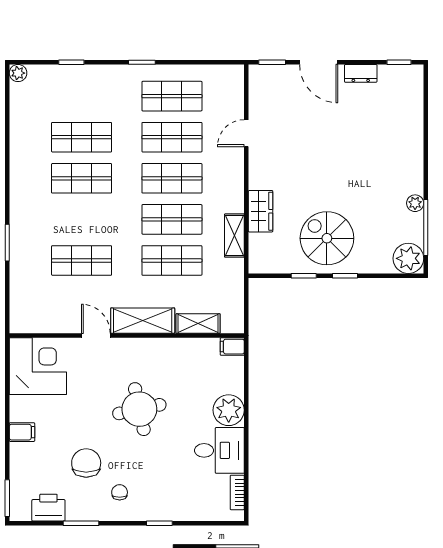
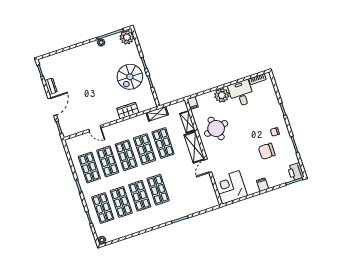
shop shelf: (82, 96) -> (103, 208), added
shelving: (234, 236) -> (157, 114), moved
shop shelf: (82, 260) -> (158, 190), moved
round table: (139, 409) -> (216, 128), moved
printer: (48, 508) -> (296, 172), moved

